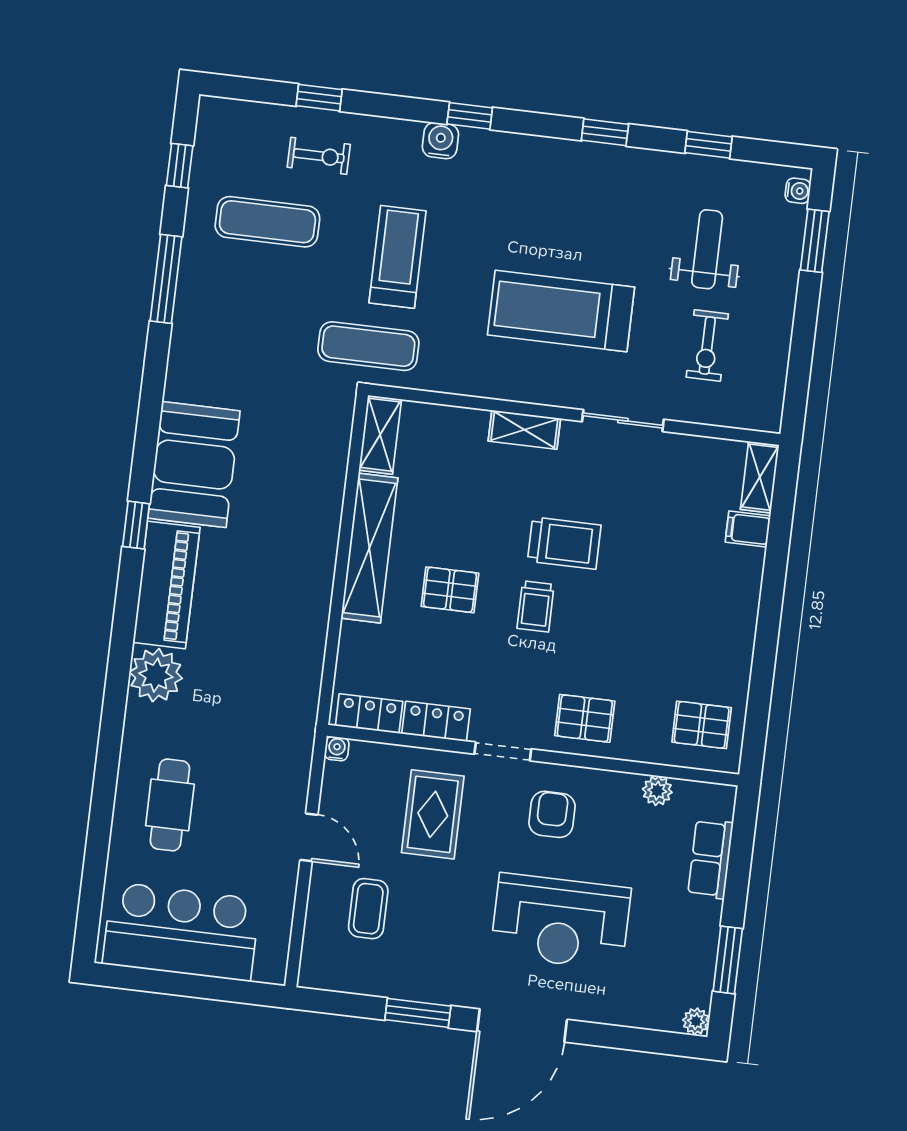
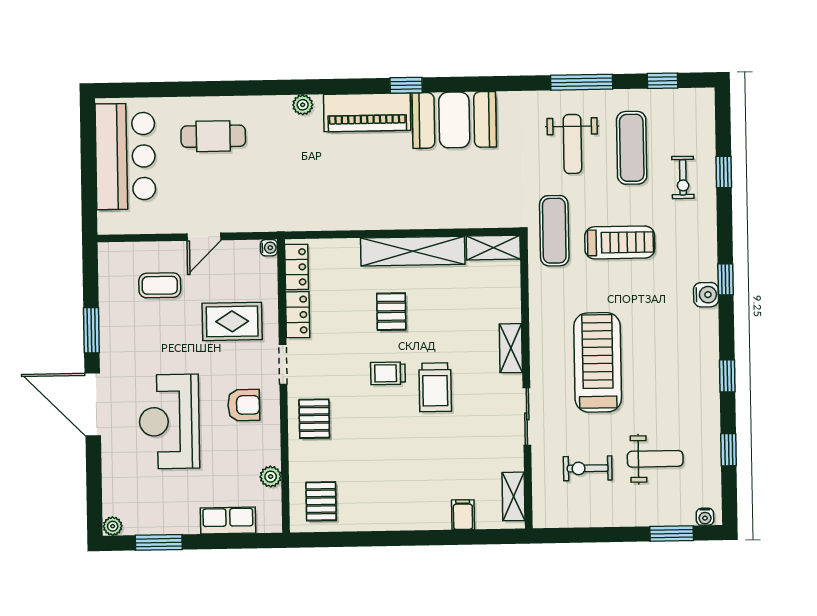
water cooler: (440, 141) -> (706, 295), moved
weight bench: (251, 304) -> (572, 144), added
shelving: (760, 477) -> (513, 496), moved, turned 90
plant: (156, 675) -> (303, 105), width x0.53, depth x0.53

